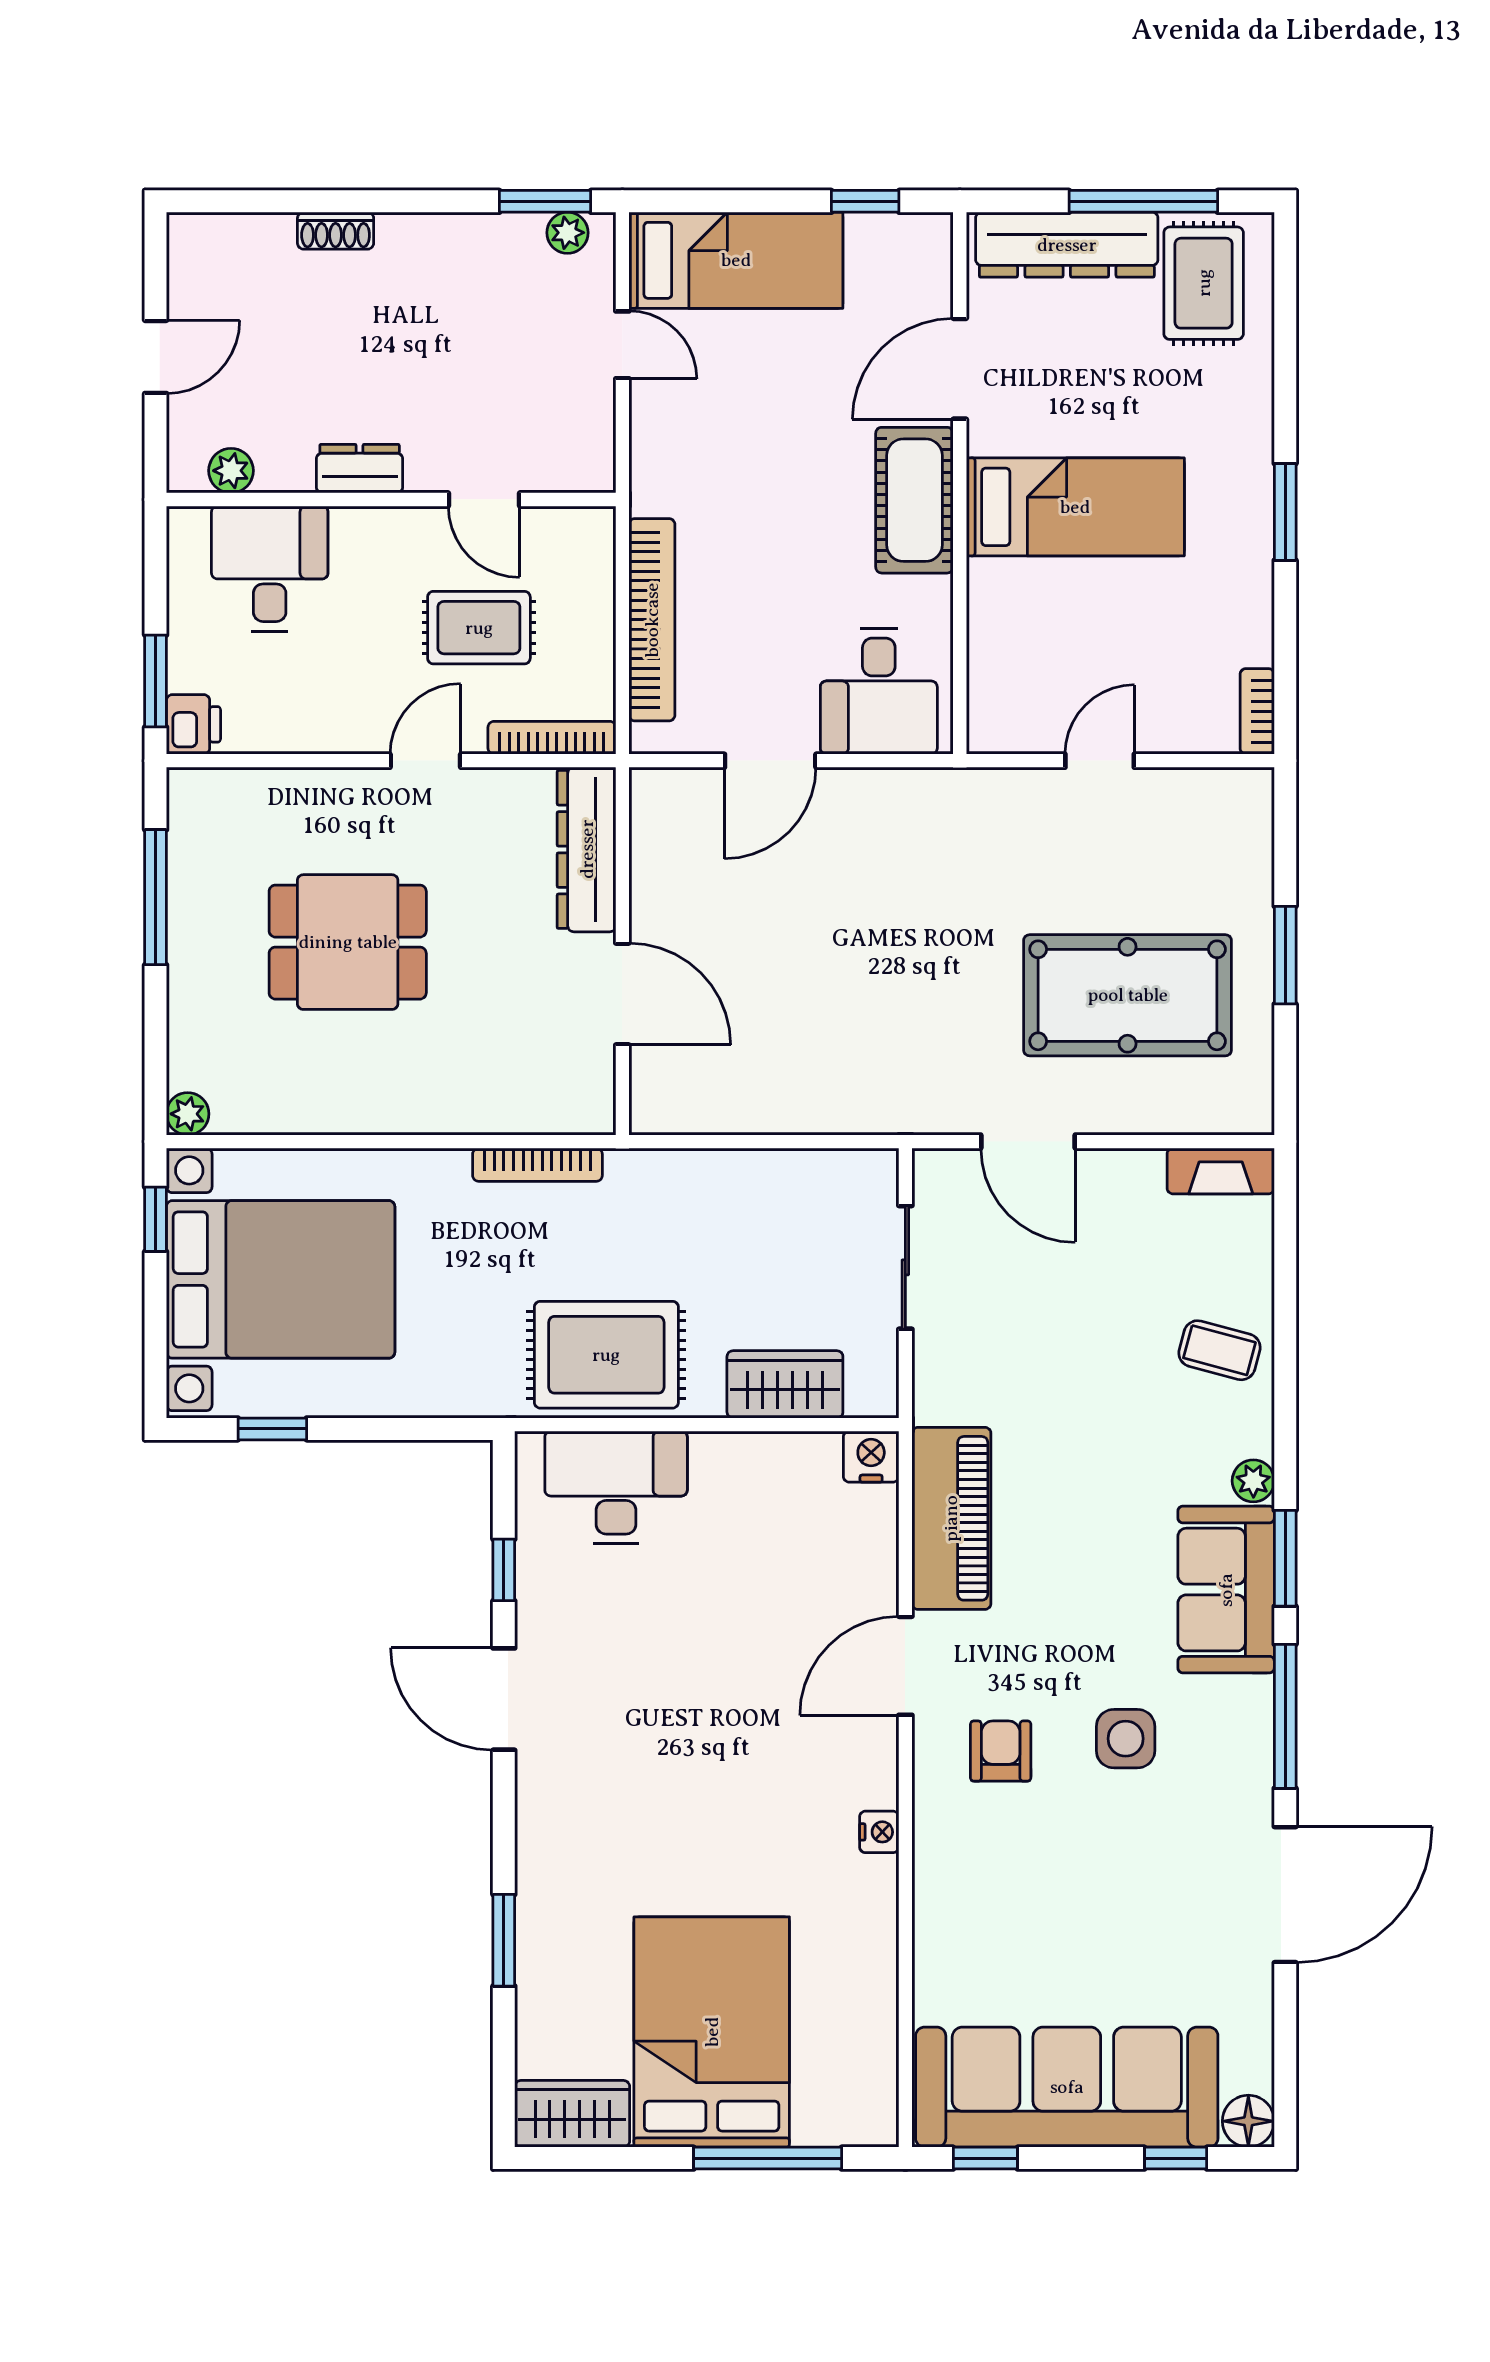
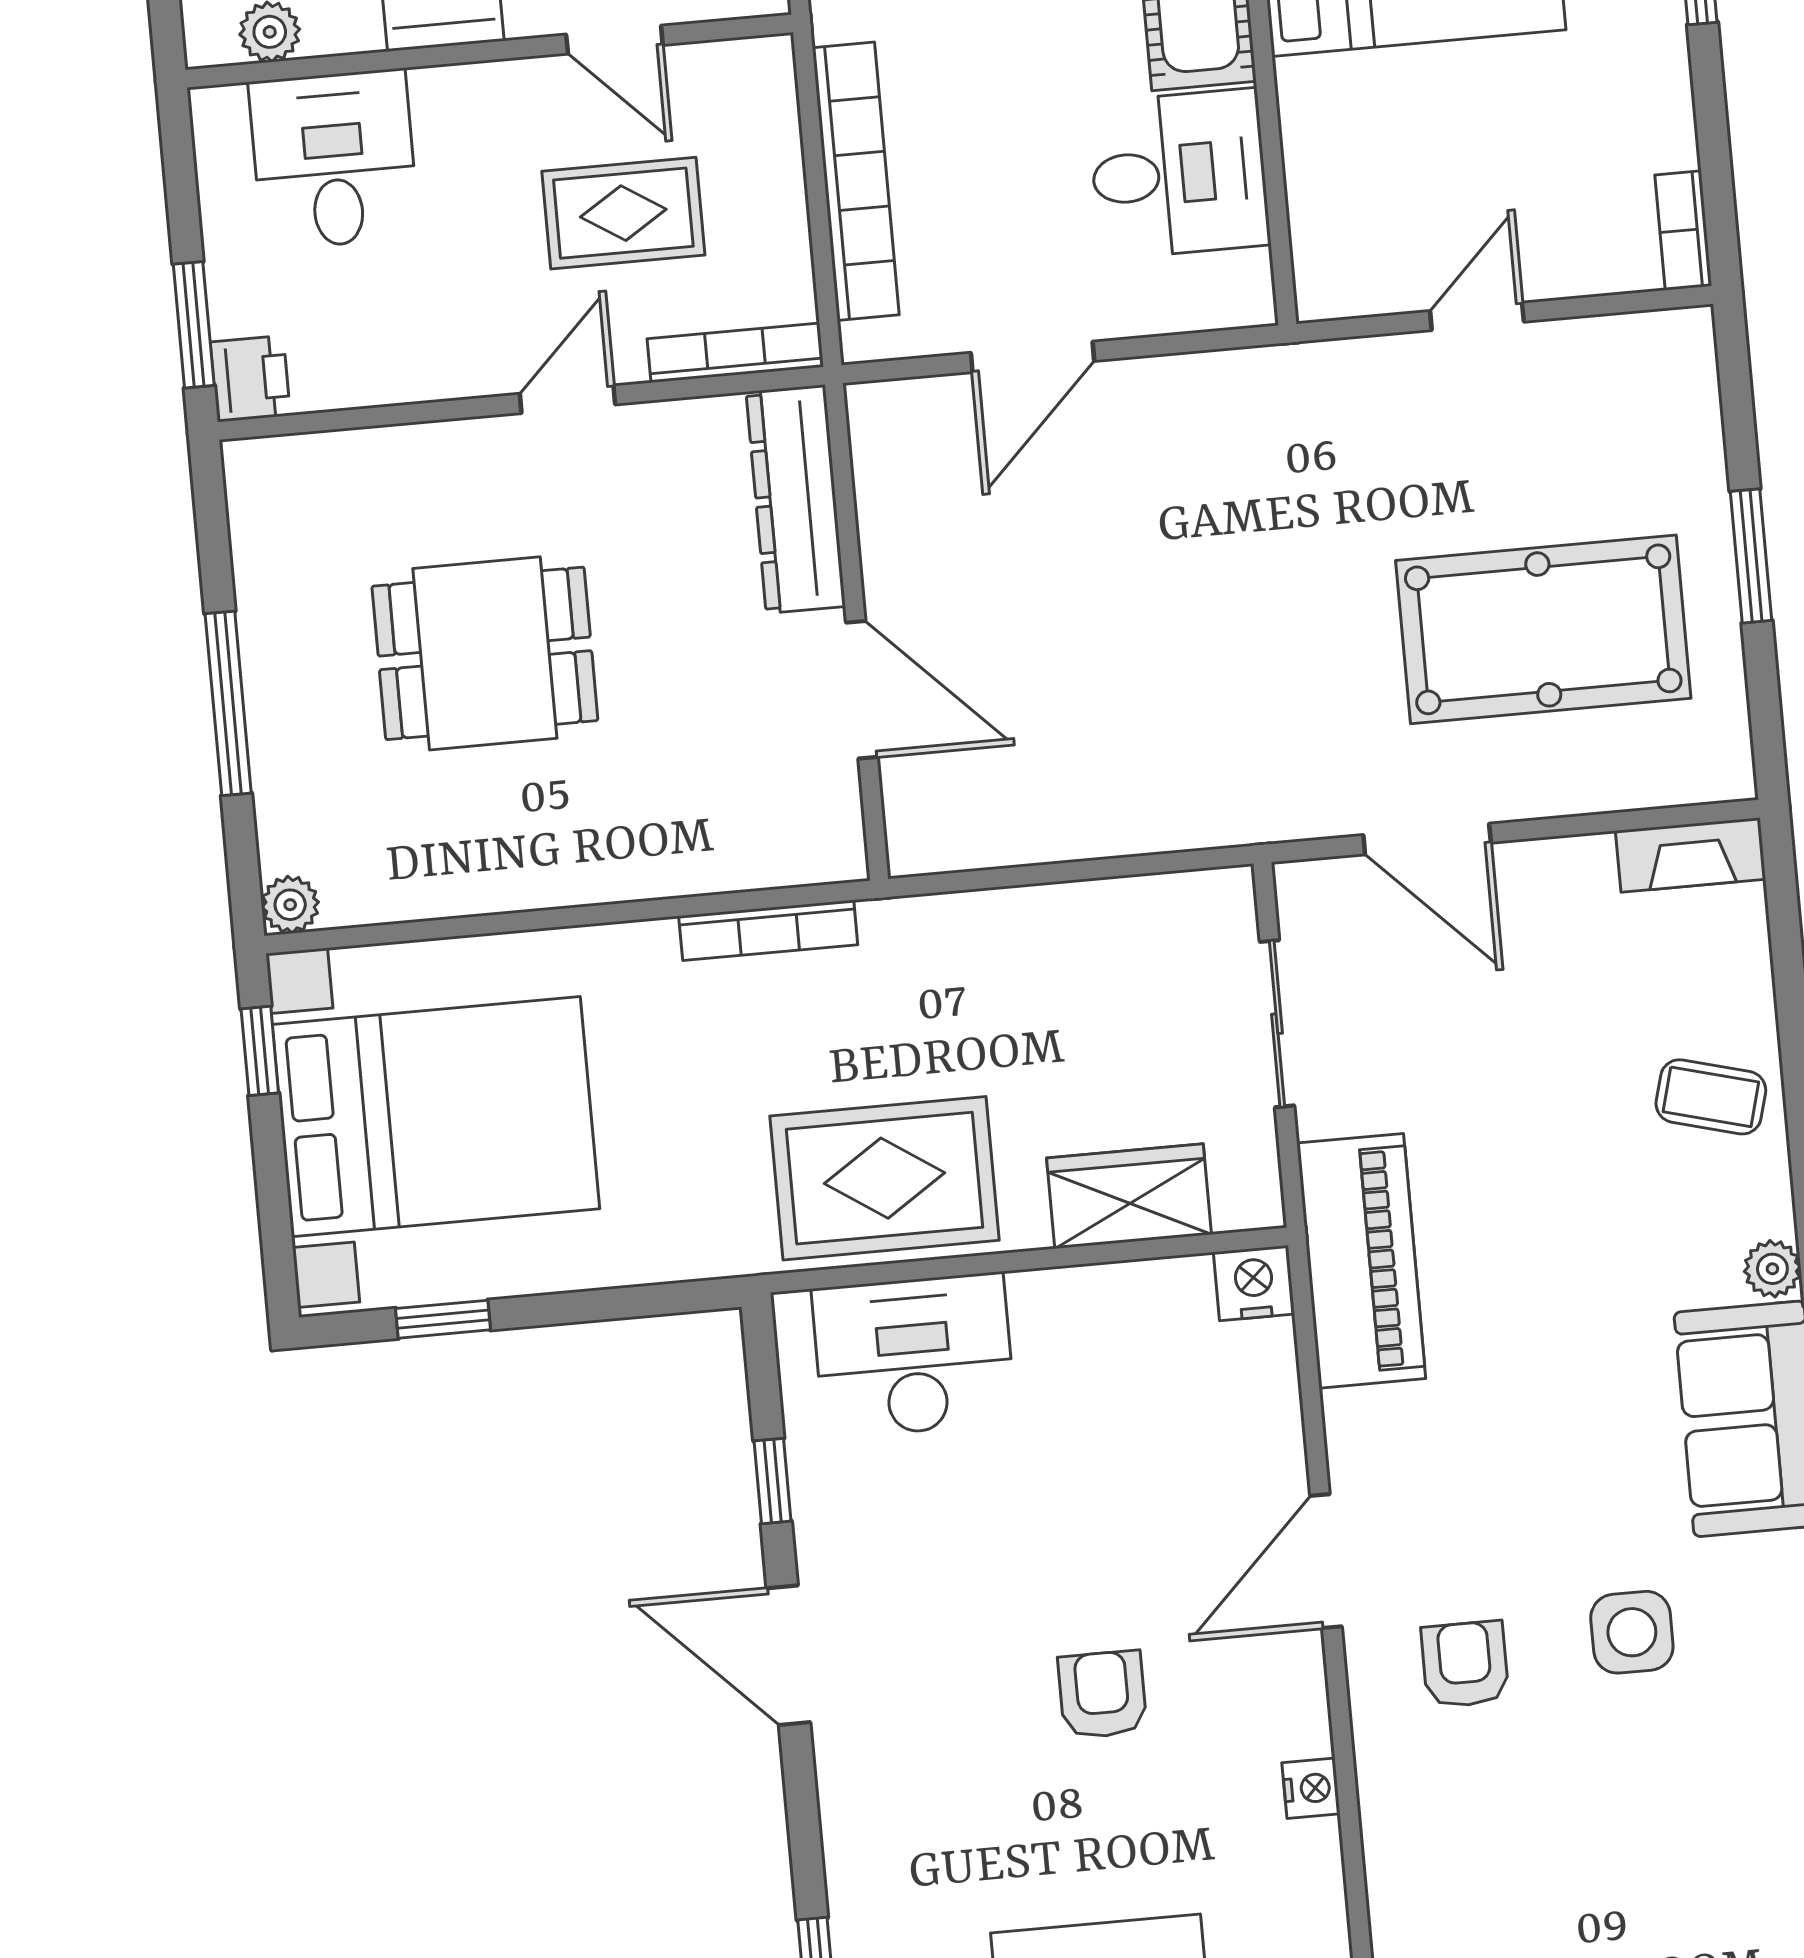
desk: (879, 691) -> (1179, 174), moved, turned -90
window: (156, 897) -> (228, 703), moved
piano: (951, 1518) -> (1361, 1261), moved
armchair: (732, 1749) -> (1102, 1695), added

